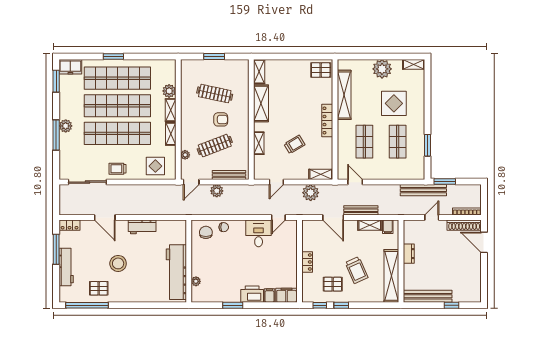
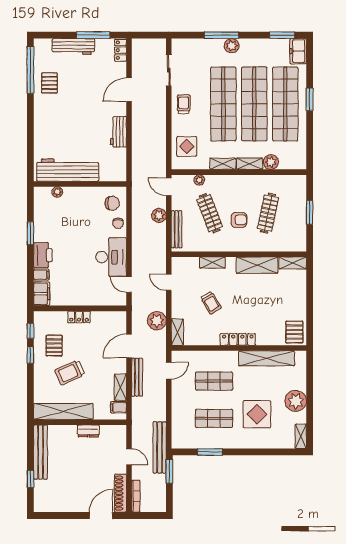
armchair: (221, 119) -> (239, 220), turned -90
sliding door: (87, 182) -> (169, 70), width x0.73
desk: (259, 233) -> (111, 257), width x1.37
stool: (118, 263) -> (77, 105), removed

